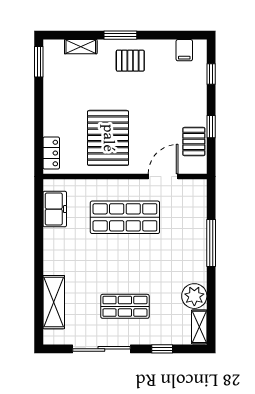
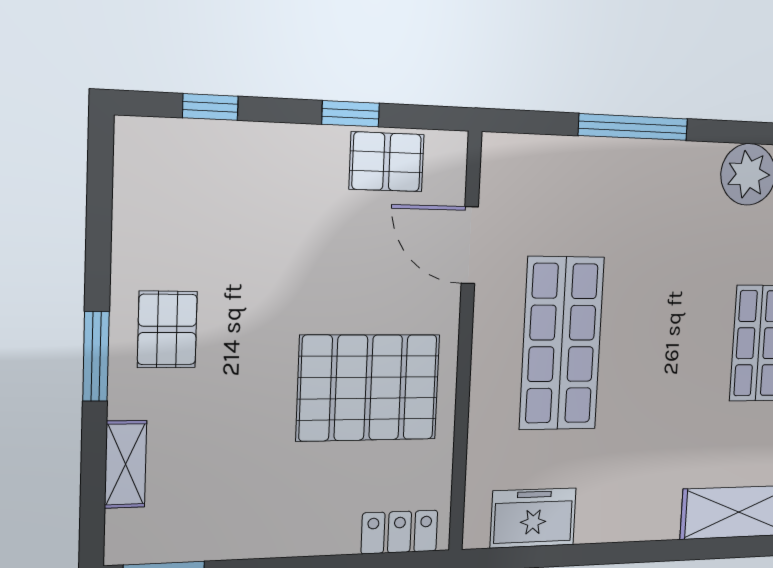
filing cabinet: (184, 50) -> (142, 180), removed

